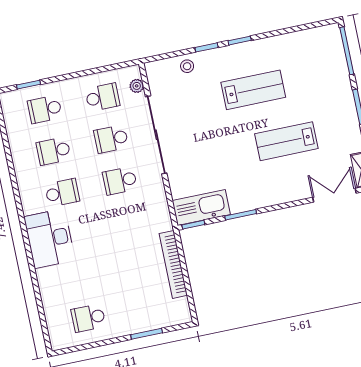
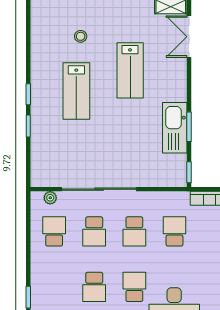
stool: (187, 66) -> (81, 36), moved
lab bench: (253, 90) -> (76, 91), turned 180
school desk: (45, 109) -> (174, 231), moved, turned 180
kitchen sink: (201, 208) -> (175, 128), moved

